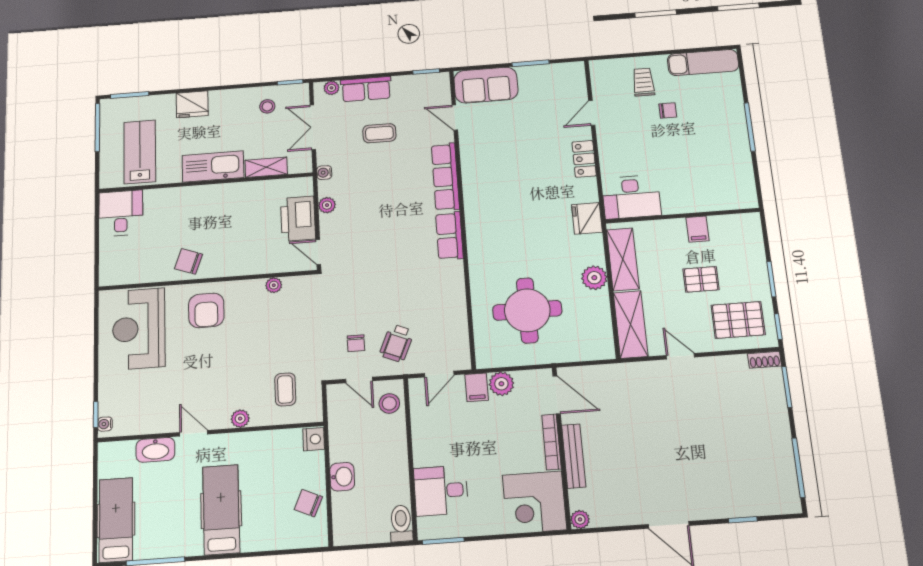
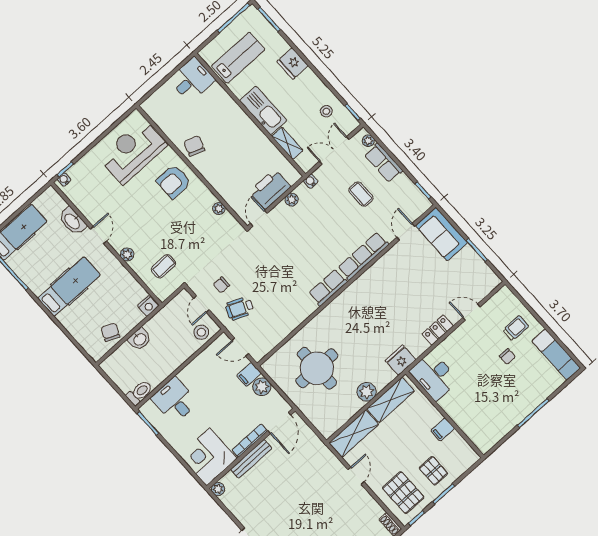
pallet: (701, 279) -> (433, 471), moved

